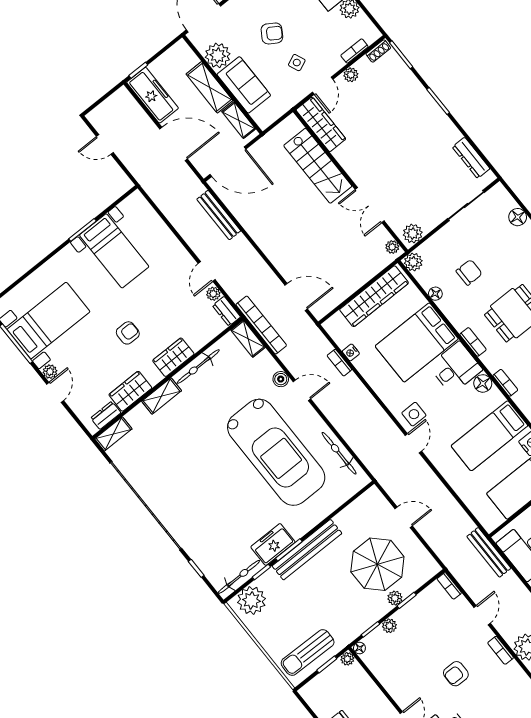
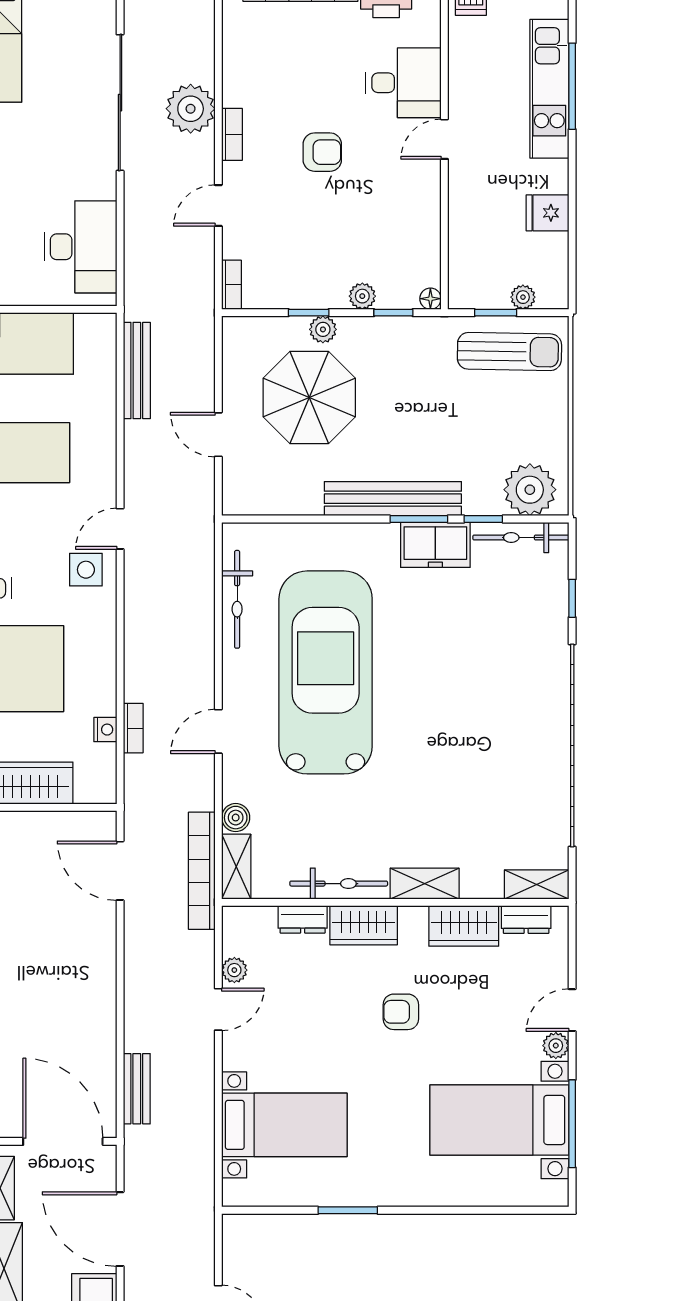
bench: (219, 215) -> (137, 1089), width x0.73
bed with nightstands: (114, 251) -> (284, 1125), moved, turned 90
dresser: (226, 311) -> (303, 919), moved, turned 90
boiler: (281, 379) -> (236, 818), moved
door: (302, 390) -> (218, 731), hinge flipped
bench: (489, 552) -> (137, 371), moved
plant: (347, 659) -> (523, 297), moved

